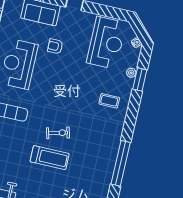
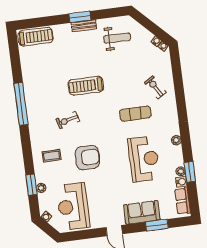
armchair: (55, 46) -> (87, 157), moved, width x1.88, depth x1.88
exercise bike: (58, 133) -> (68, 120), moved

